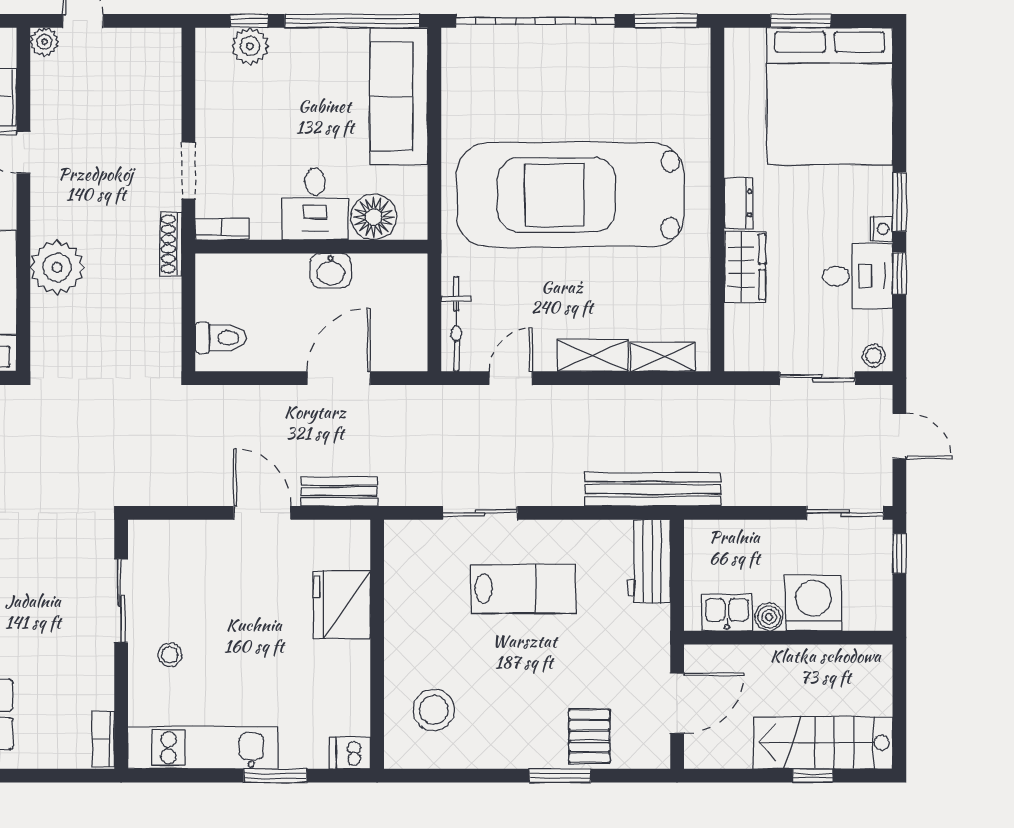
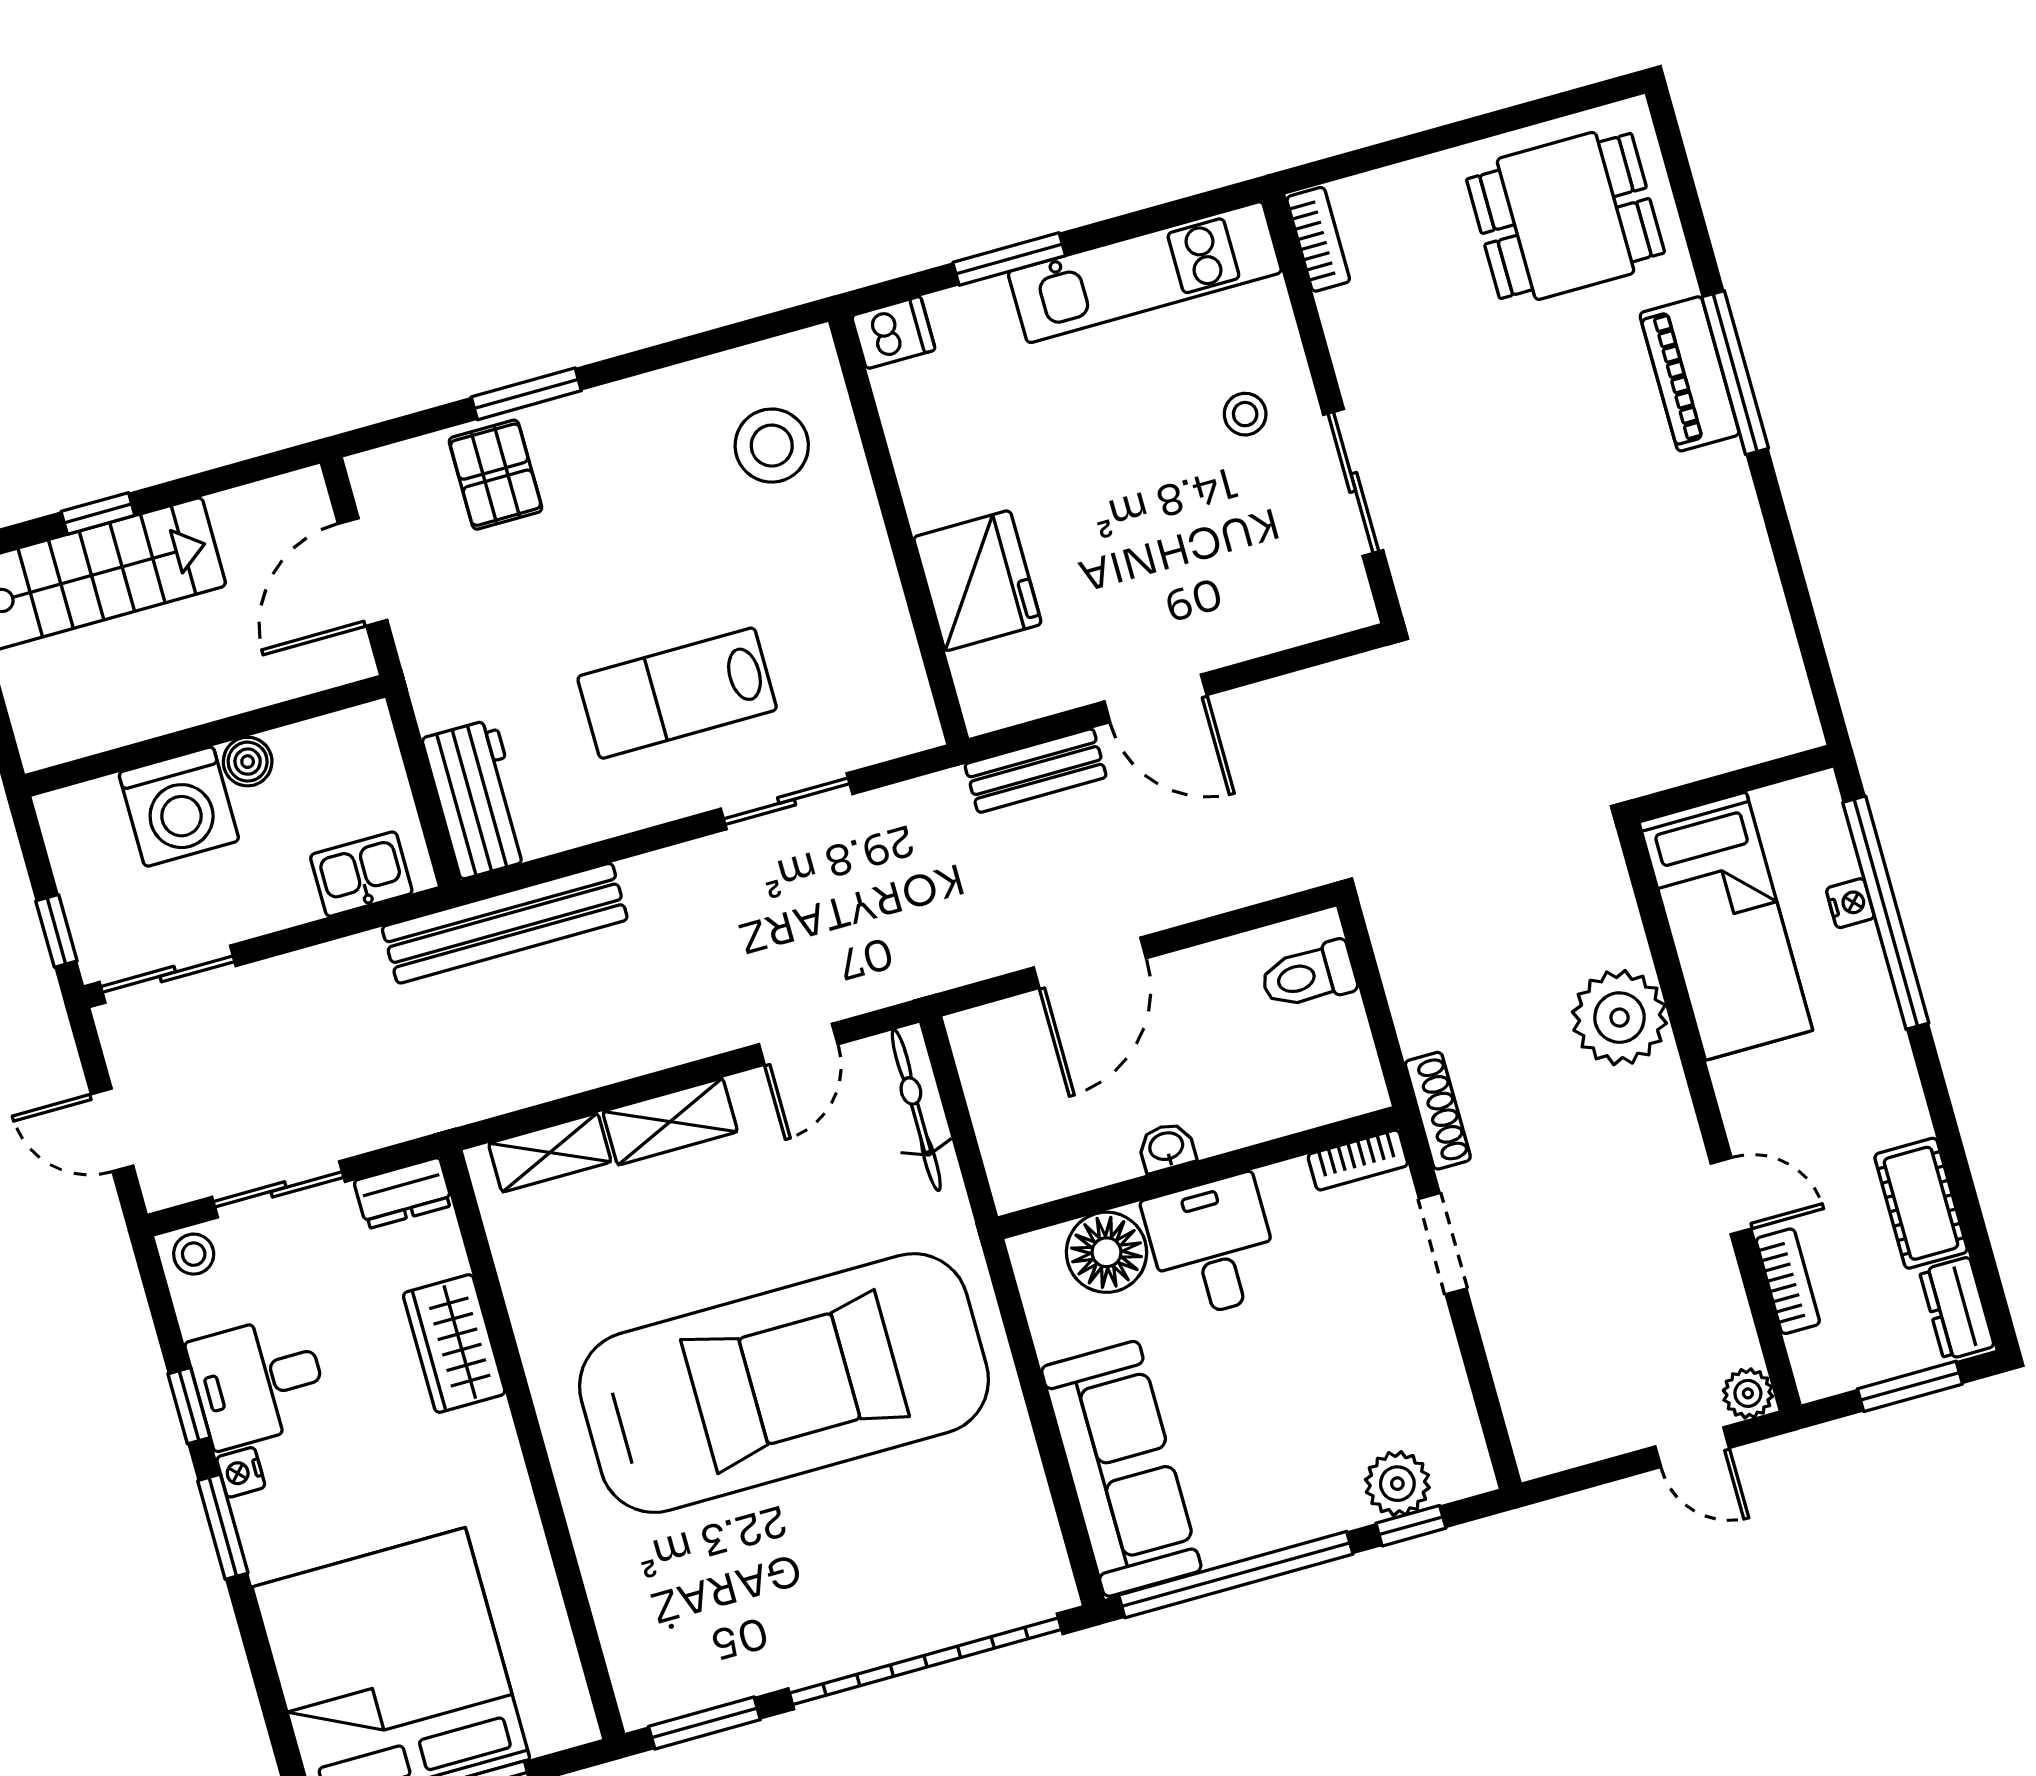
dresser: (739, 203) -> (403, 1193), moved, turned -90
washbasin: (331, 271) -> (1167, 1147), width x0.72, depth x0.69
kitchen sink: (727, 612) -> (361, 874), moved, turned 180

